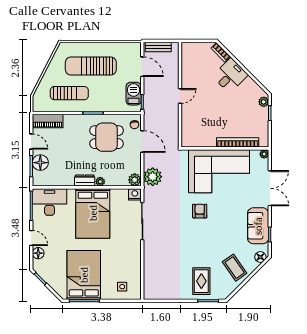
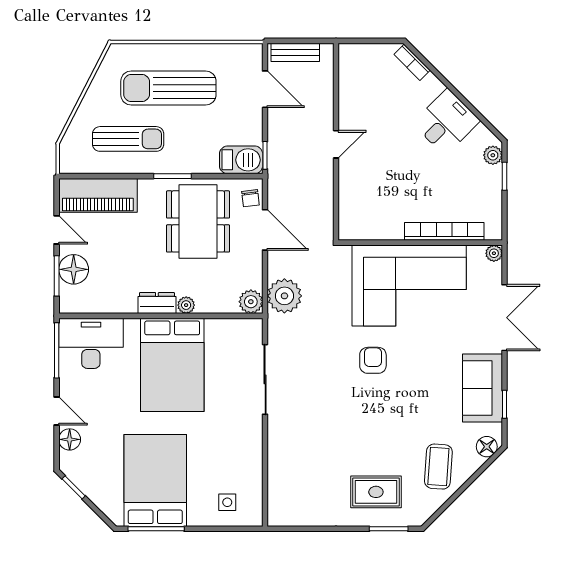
desk: (230, 76) -> (446, 122), moved
barbecue: (134, 94) -> (241, 160), moved, turned 90
piano: (48, 121) -> (98, 195), width x1.37, depth x1.33
dining table: (107, 137) -> (198, 221), width x1.38
nightstand: (135, 194) -> (251, 329), removed
coffee table: (235, 268) -> (438, 467), turned 39
rug: (201, 281) -> (376, 492), turned 90

